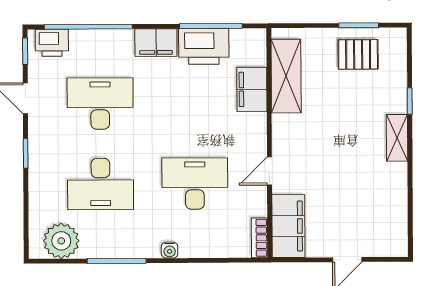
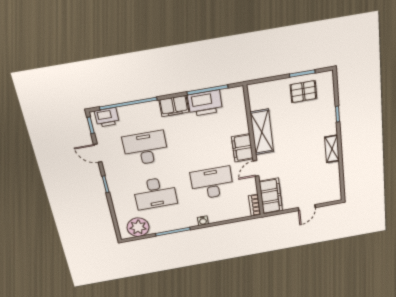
shelving: (286, 76) -> (262, 132), moved
filing cabinet: (252, 89) -> (242, 148), moved
shelving: (397, 138) -> (332, 149), moved

